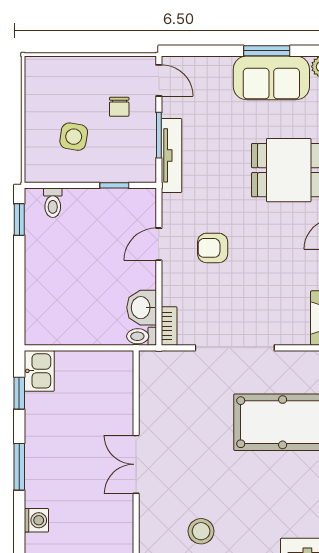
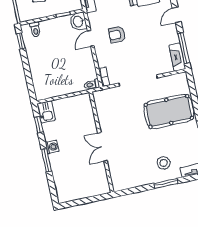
washbasin: (142, 308) -> (78, 21), moved
washing machine: (36, 520) -> (52, 147), moved
stool: (201, 531) -> (164, 163), moved

